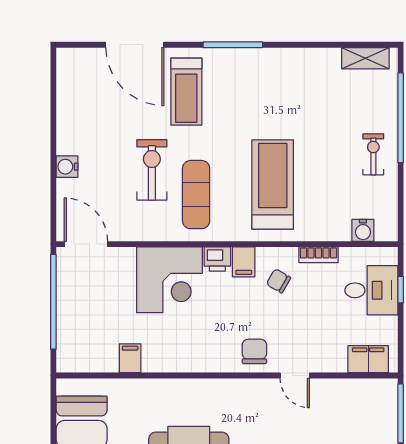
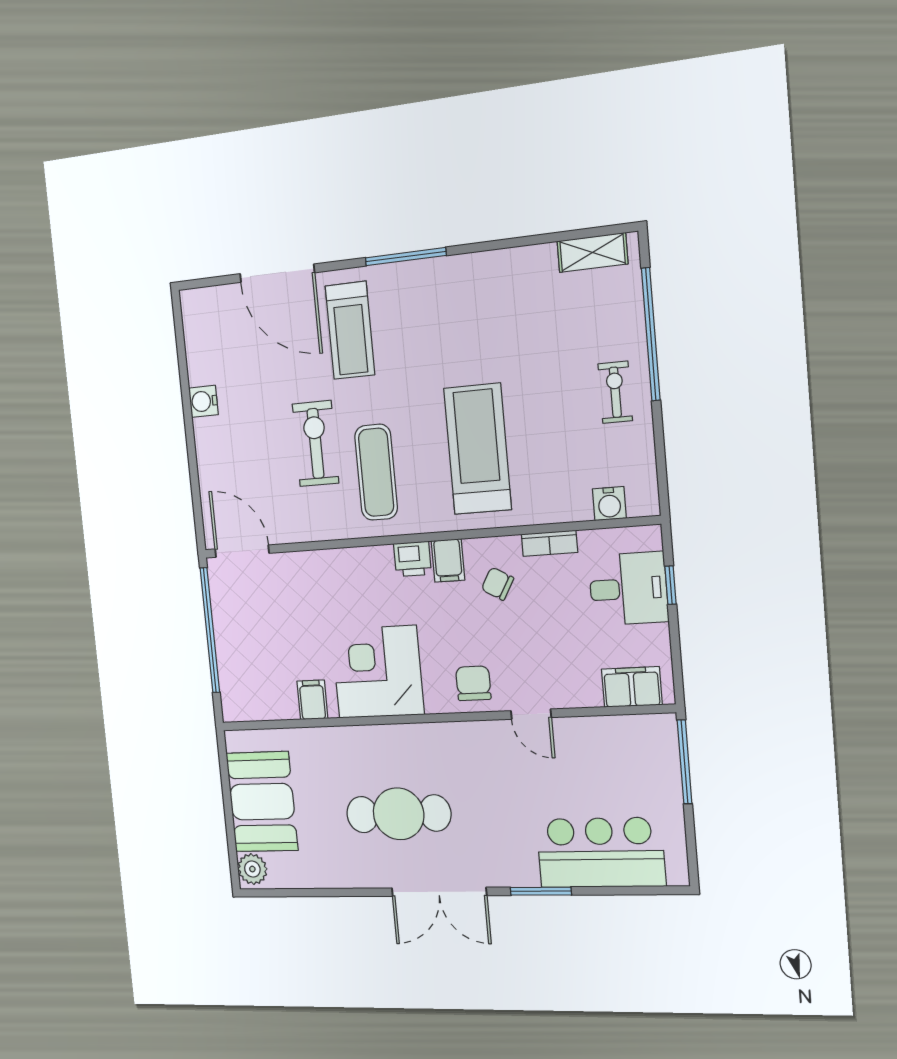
water cooler: (67, 167) -> (203, 401), moved
corner desk: (169, 280) -> (378, 672), moved, turned 180

